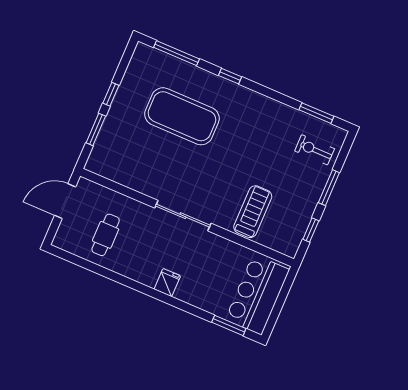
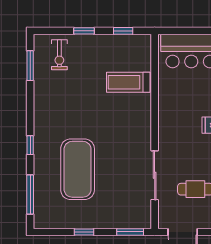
window: (96, 129) -> (130, 232), moved
window: (329, 188) -> (84, 31), width x0.67
sliding door: (183, 216) -> (155, 175), moved

